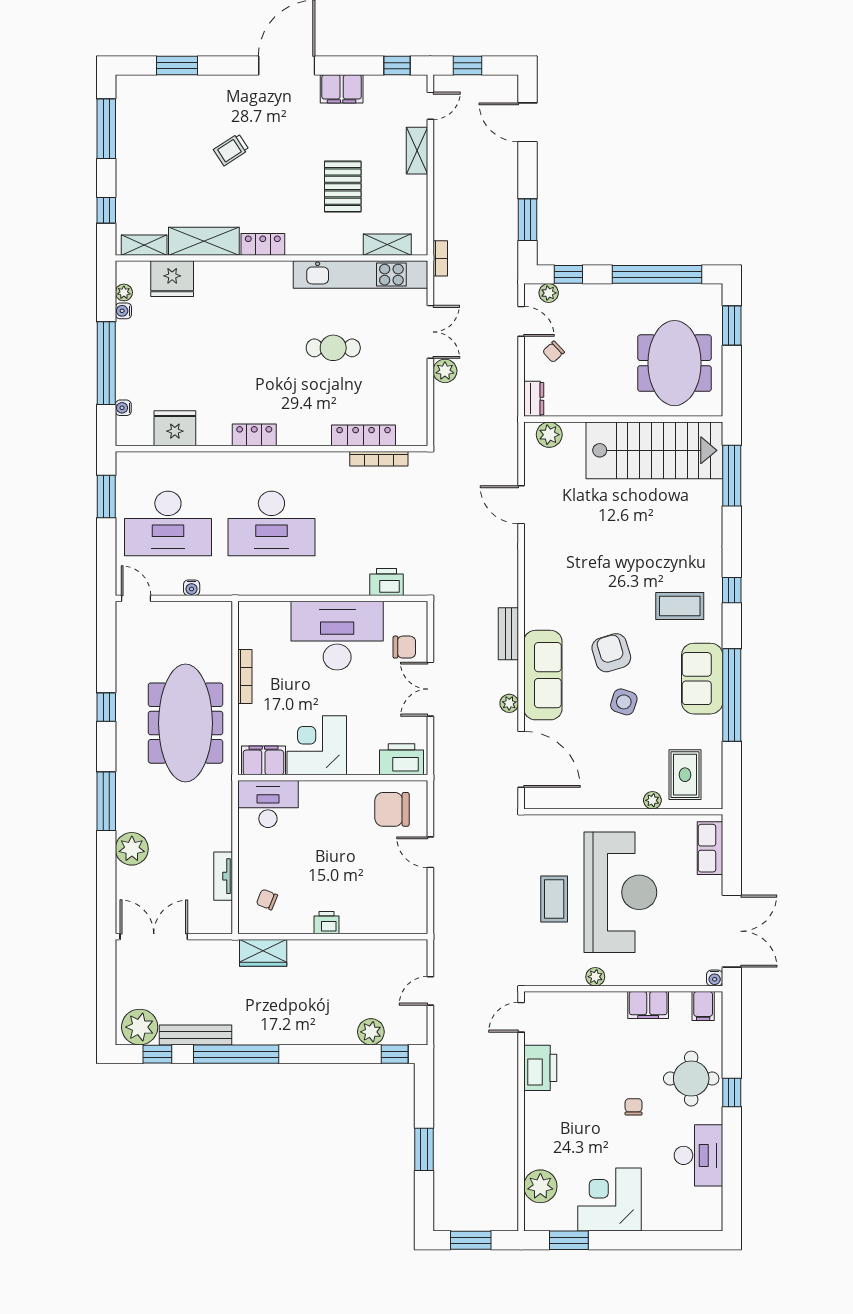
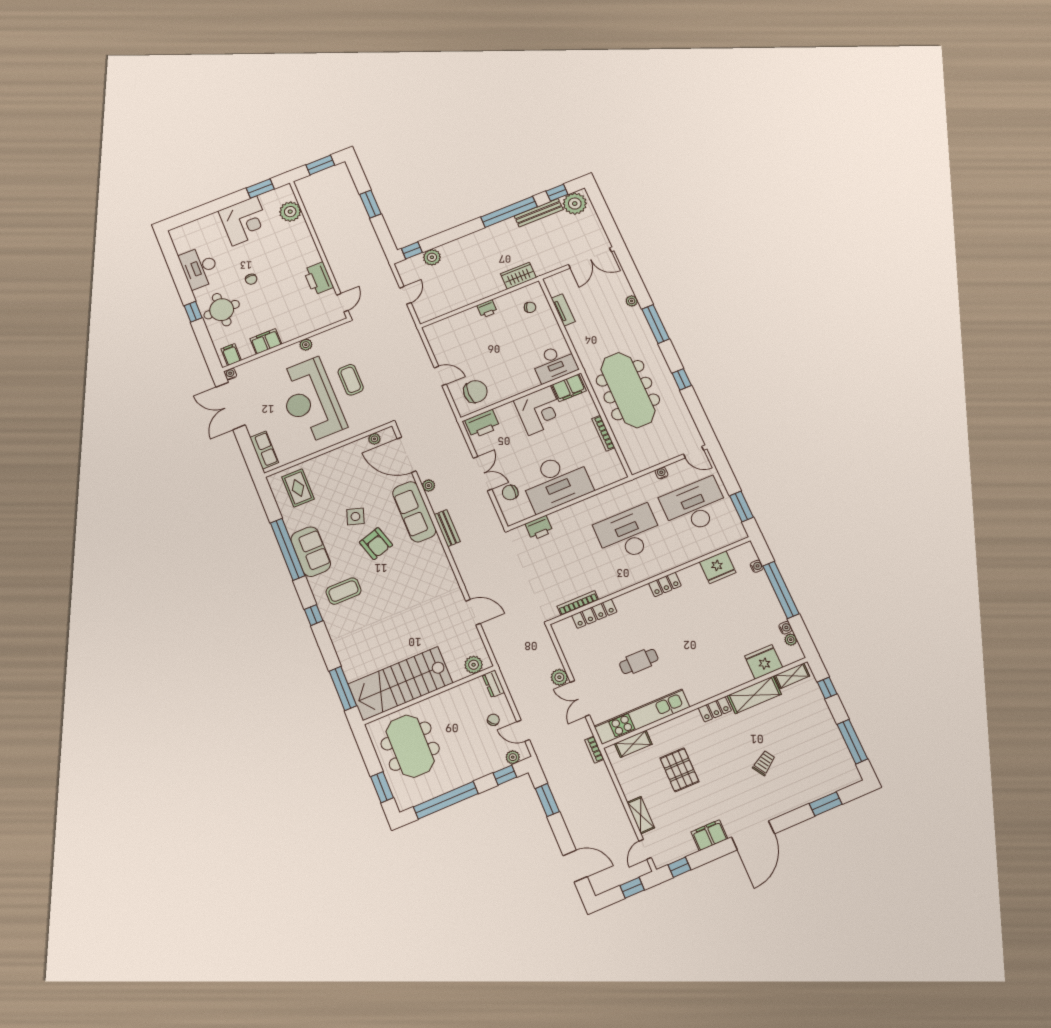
plant: (652, 800) -> (374, 439), moved
plant: (132, 849) -> (632, 301), width x0.53, depth x0.53

